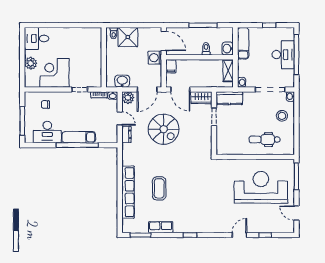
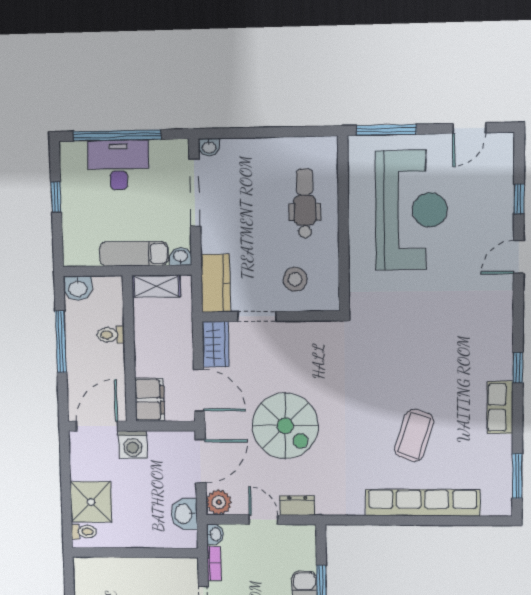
exam couch: (243, 43) -> (134, 254), moved
washbasin: (228, 49) -> (78, 288), moved
filing cabinet: (171, 66) -> (150, 400), width x2.00
door: (147, 89) -> (201, 461), hinge flipped
door: (180, 89) -> (199, 390), hinge flipped
stool: (282, 116) -> (295, 279), moved
door: (120, 118) -> (264, 520), hinge flipped
spiral stairs: (164, 129) -> (285, 426), turned 90
dental chair: (265, 140) -> (305, 203), turned 180
reception desk: (261, 187) -> (411, 210), turned 180
coffee table: (159, 188) -> (414, 435), turned -72
row of seats: (161, 227) -> (500, 407), moved
door: (239, 235) -> (519, 257), hinge flipped

